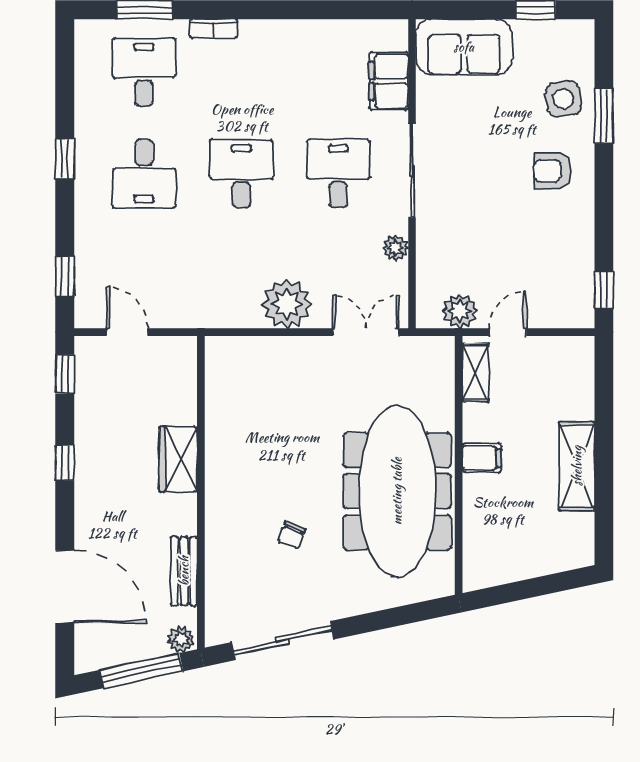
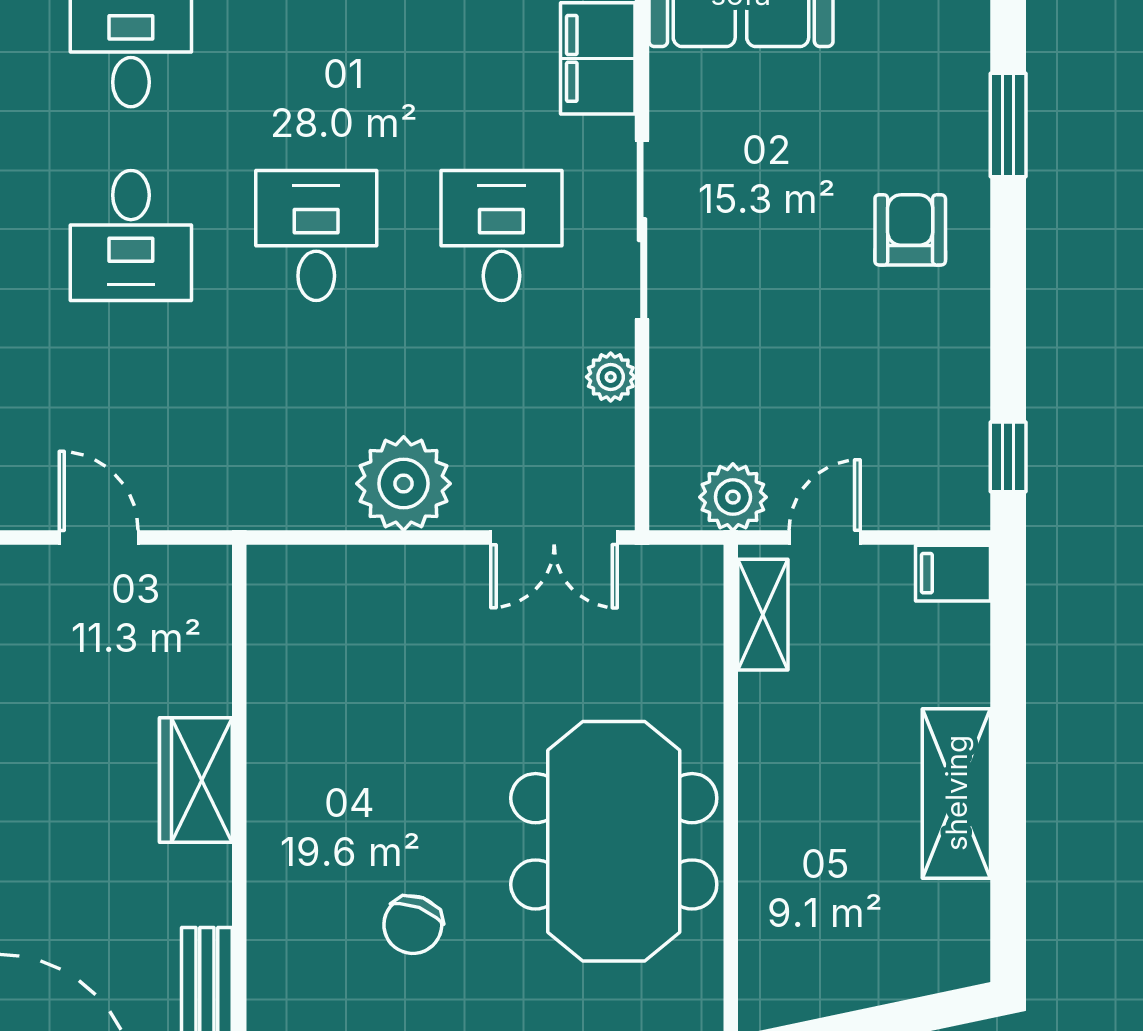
side table: (563, 99) -> (931, 93), removed
armchair: (553, 171) -> (910, 230), turned 90
double door: (366, 332) -> (554, 537), swing flipped
filing cabinet: (482, 458) -> (953, 573), moved, turned 180
meeting table: (397, 491) -> (614, 841), width x0.73
chair: (292, 535) -> (413, 925), width x1.37, depth x1.37

